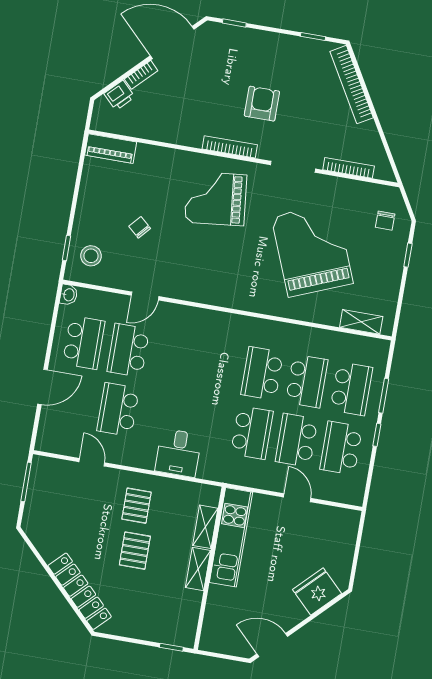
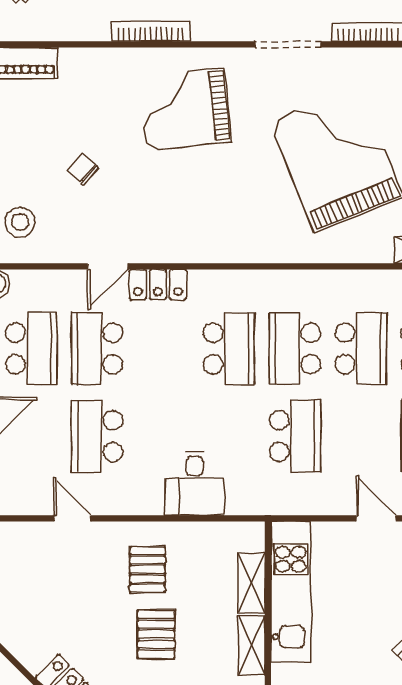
bookcase: (230, 147) -> (151, 31), moved
locker: (177, 314) -> (158, 285), added
school desk: (296, 440) -> (229, 349), moved, turned 180

